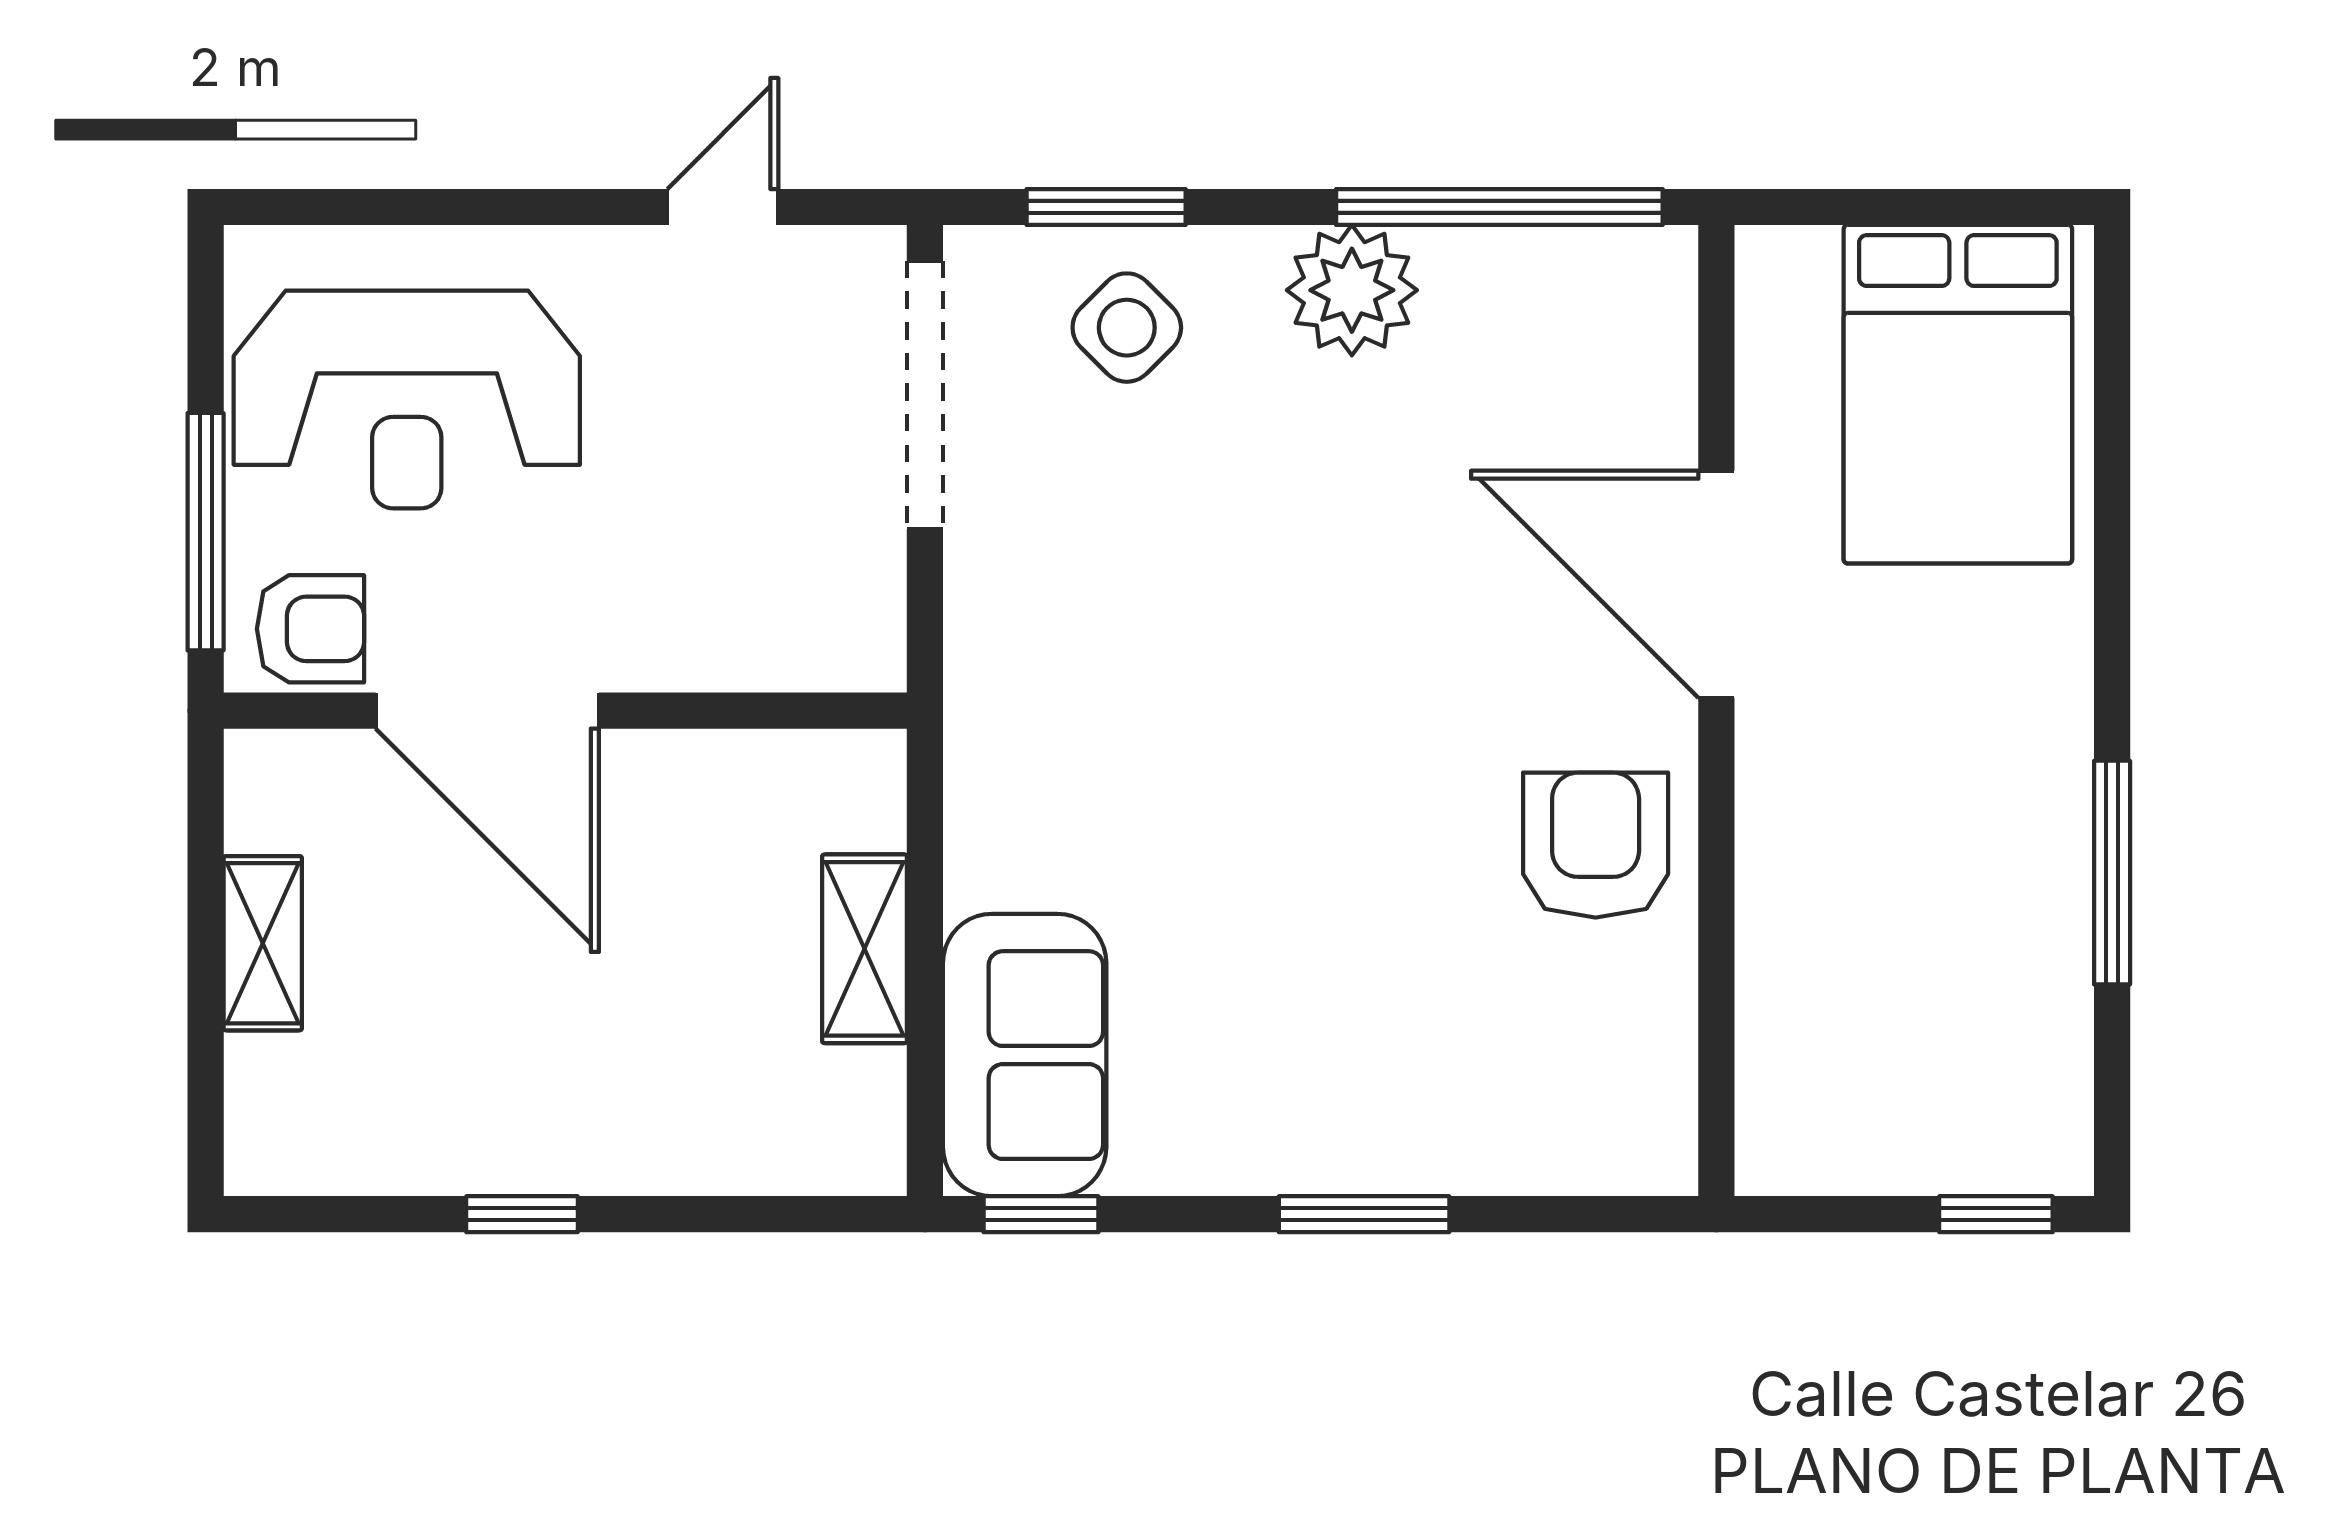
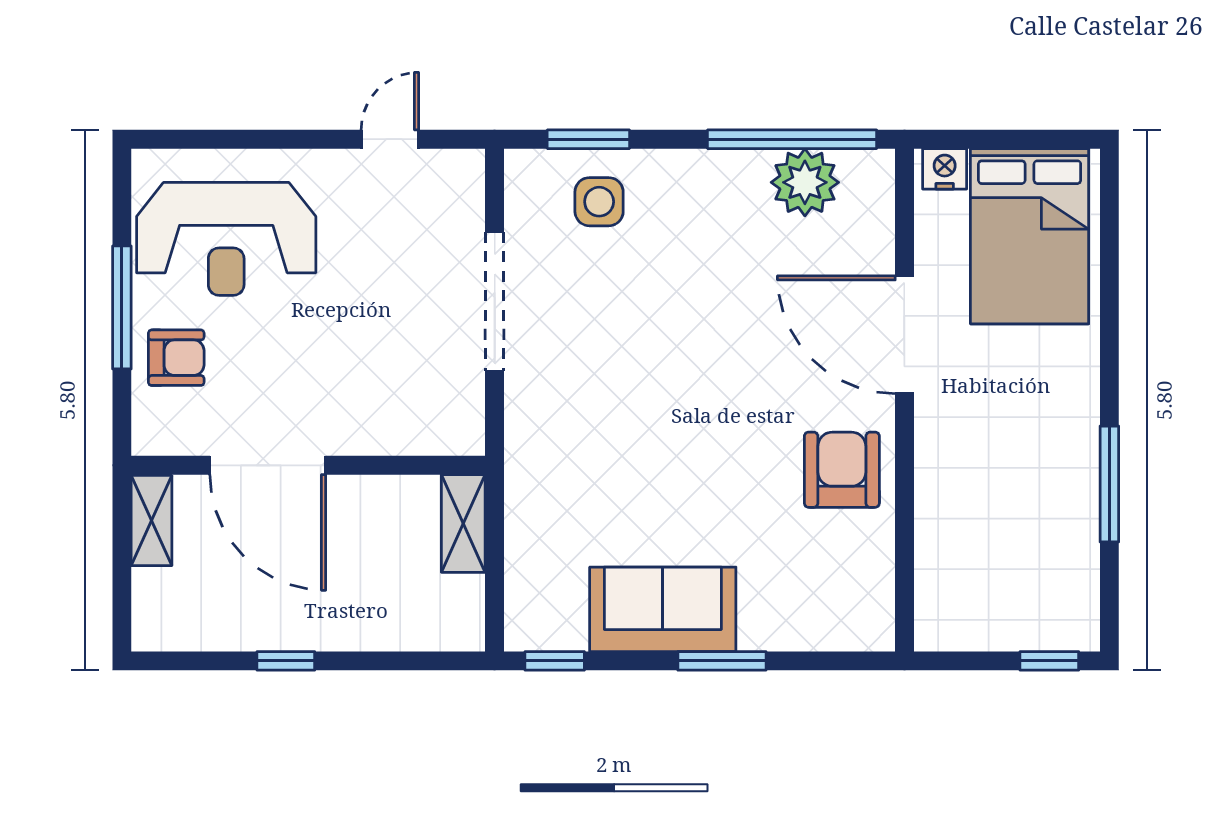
nightstand: (1794, 264) -> (945, 169), added
plant: (1352, 290) -> (805, 182), moved
side table: (1127, 328) -> (599, 202), turned 45
doorway: (925, 395) -> (495, 302), moved
door: (487, 711) -> (268, 465), moved
wall: (565, 711) -> (308, 465), moved
sofa: (1025, 1055) -> (663, 609), moved, turned -90

